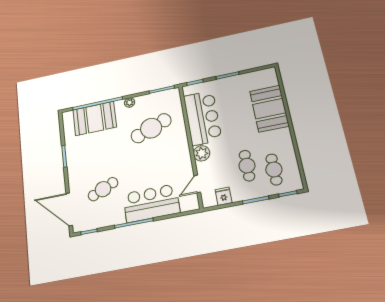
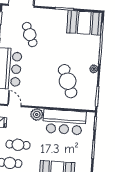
booth: (95, 118) -> (84, 23), moved, turned 90

